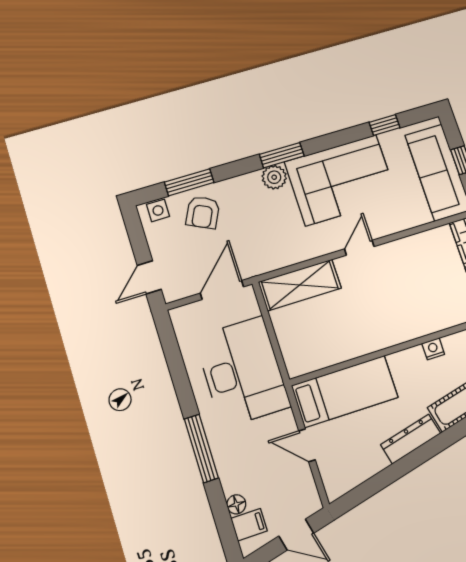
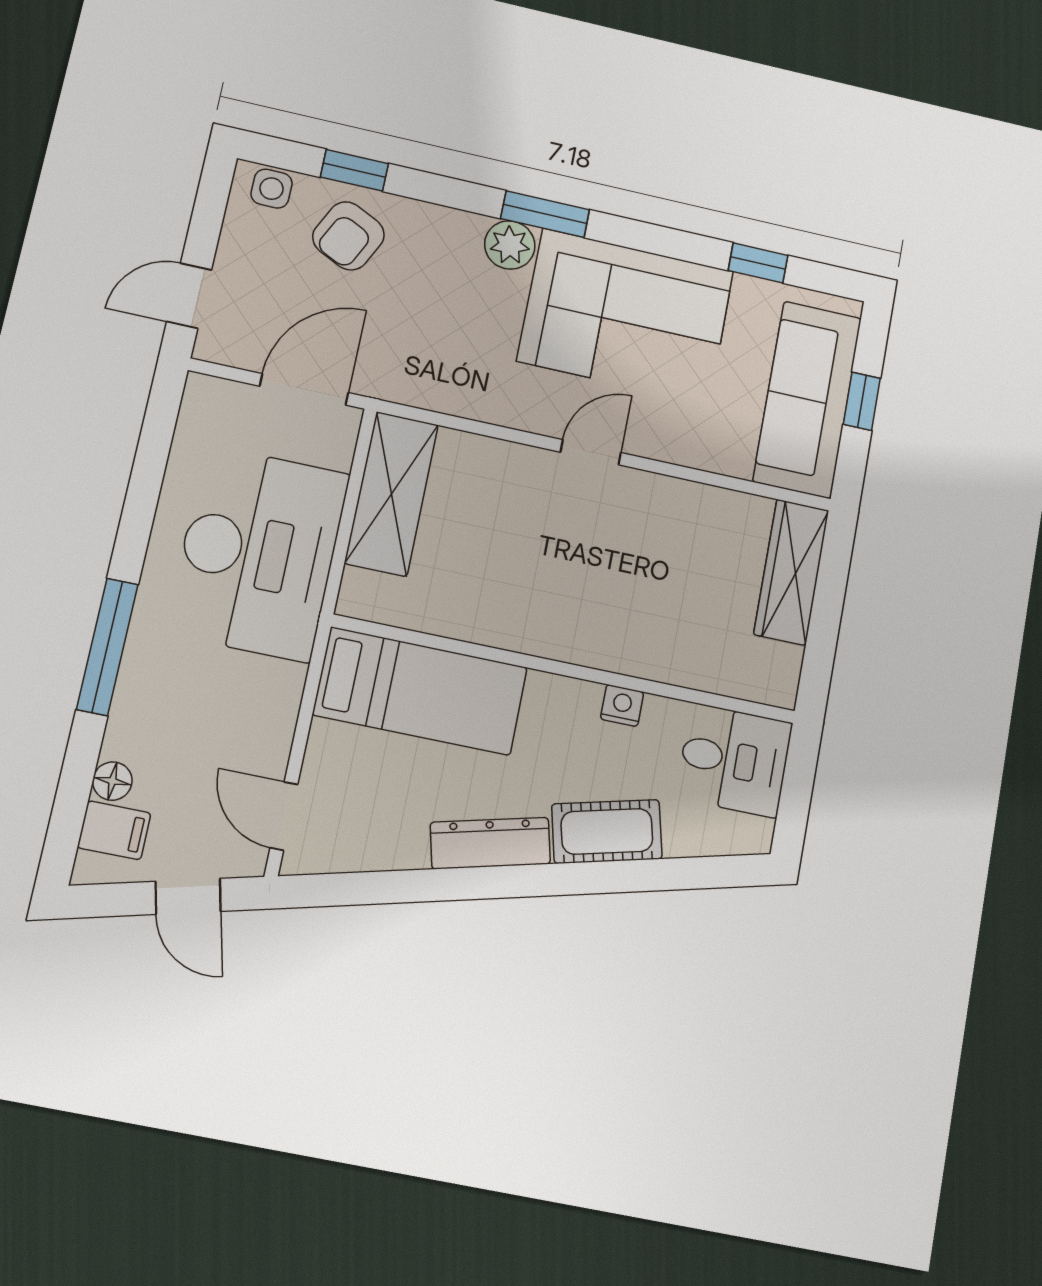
window: (189, 182) -> (354, 170), width x0.67
shelving: (300, 285) -> (392, 494), moved, turned 90
door: (307, 445) -> (284, 816), moved

